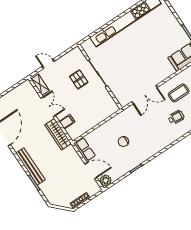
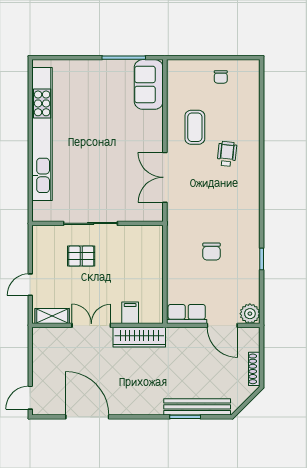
double door: (144, 95) -> (165, 177), swing flipped
bench: (30, 166) -> (197, 407), moved
door: (91, 171) -> (222, 325), swing flipped

